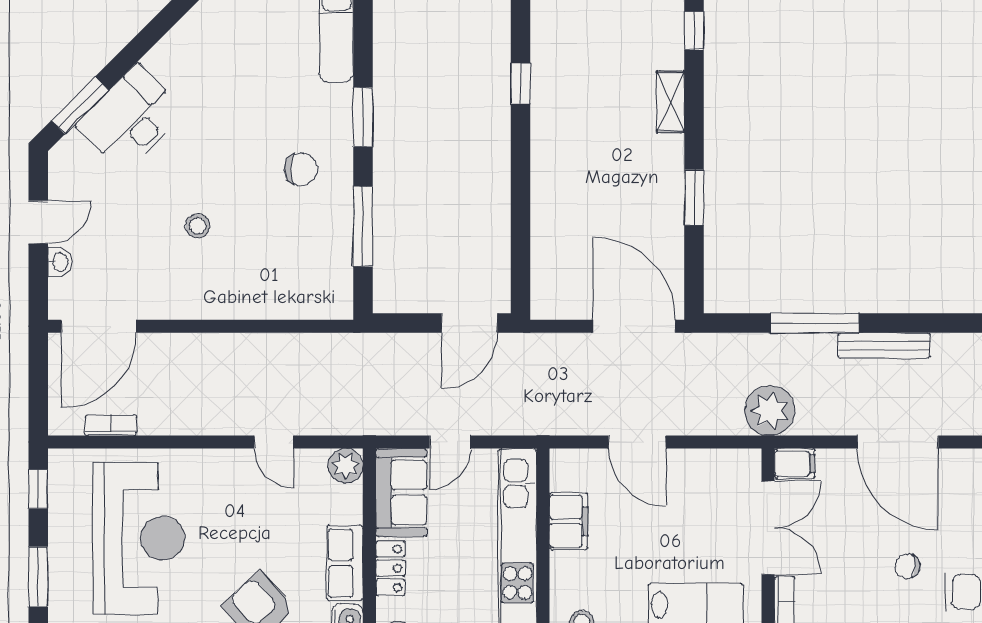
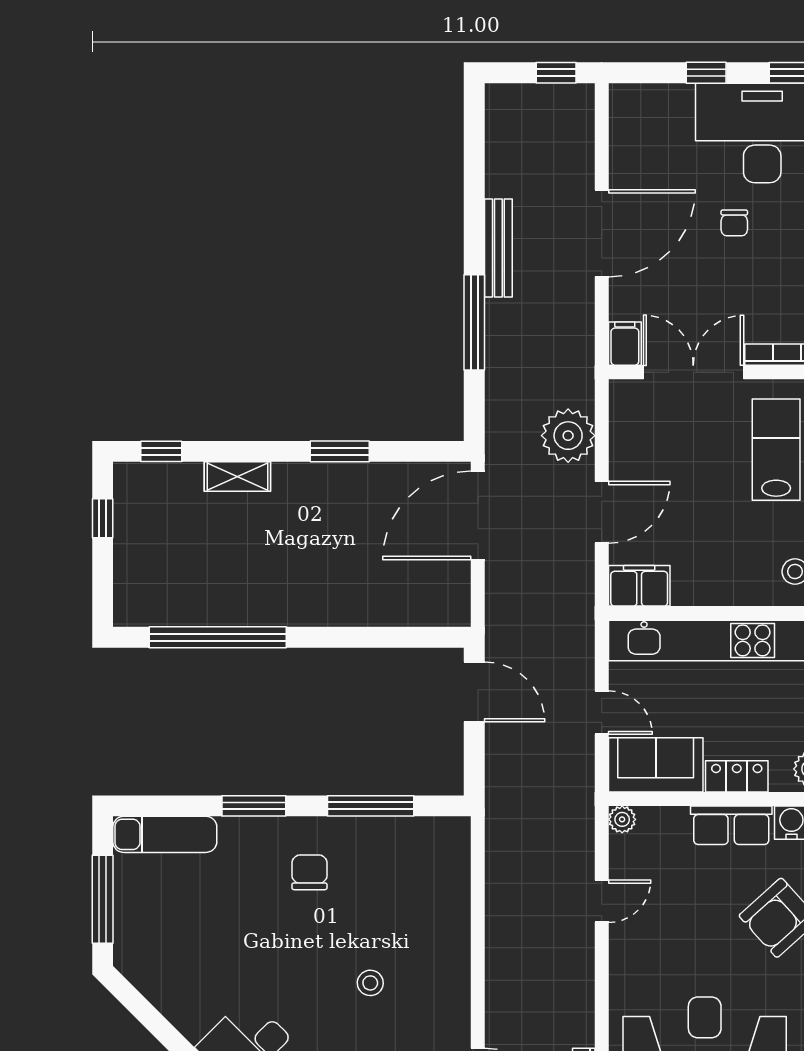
window: (520, 83) -> (218, 637), width x3.17
plant: (770, 411) -> (568, 436), moved
plant: (346, 466) -> (622, 819), width x0.73, depth x0.73
filing cabinet: (568, 521) -> (639, 586), moved

